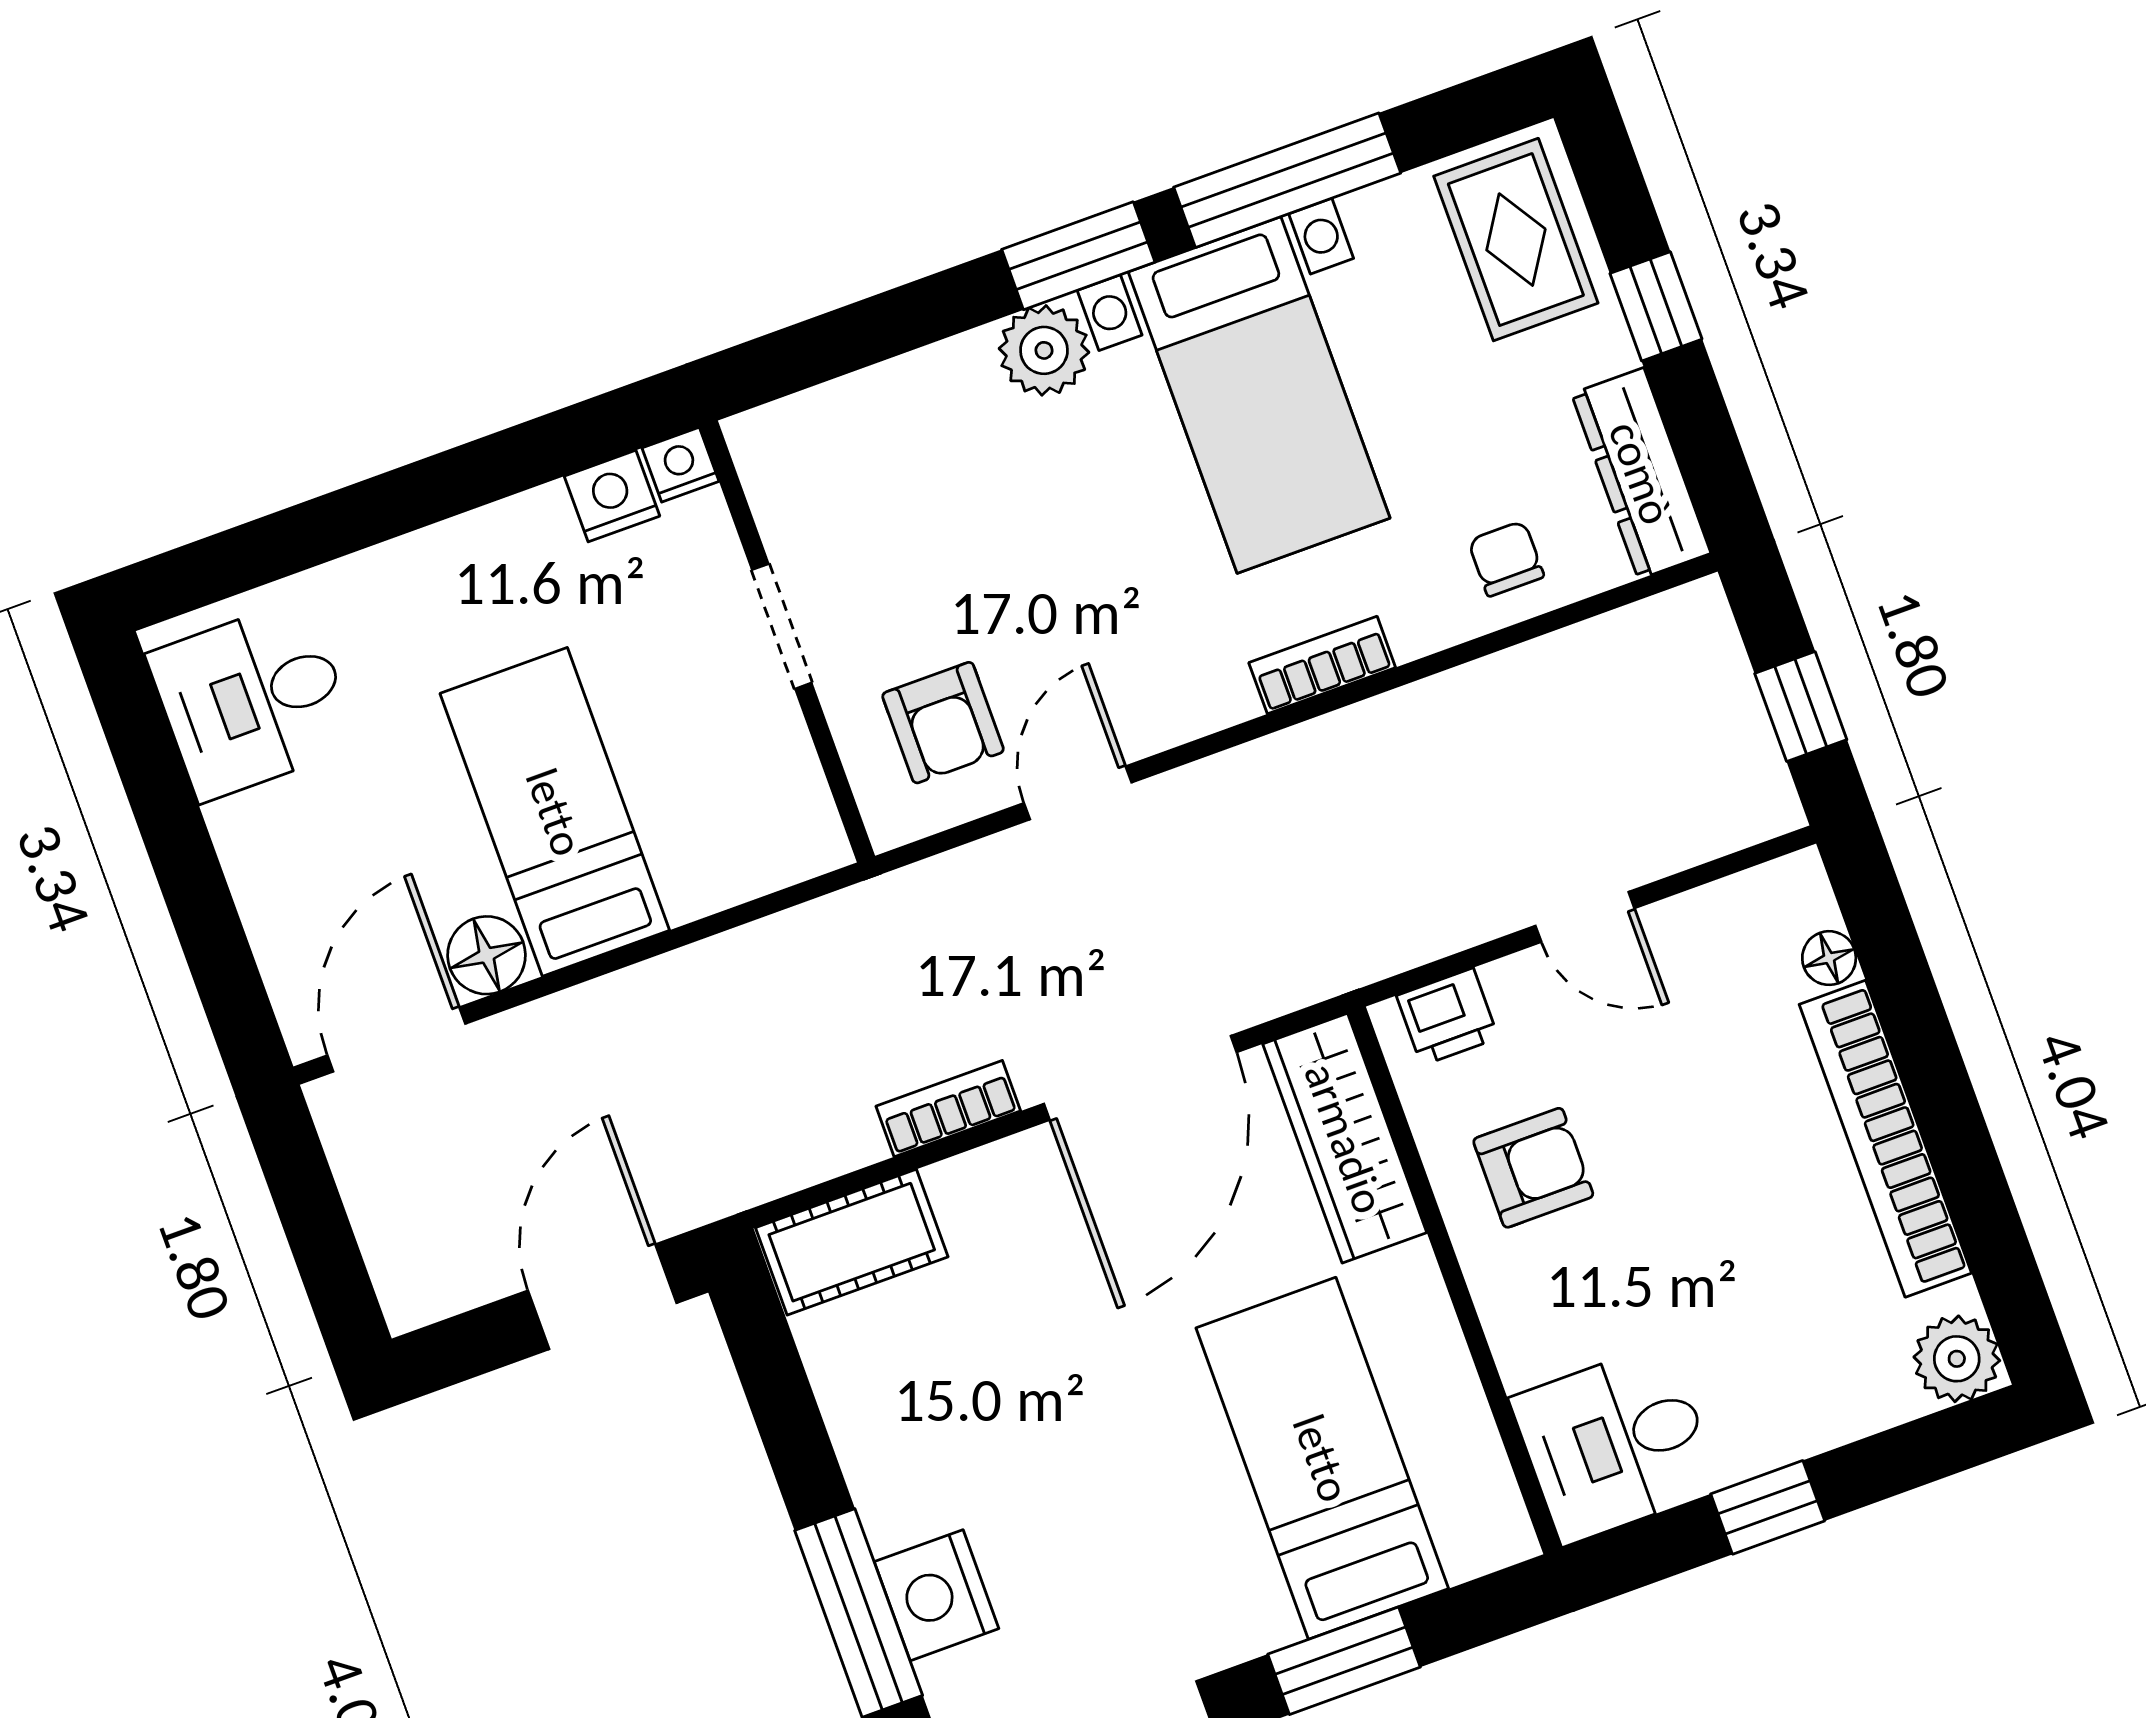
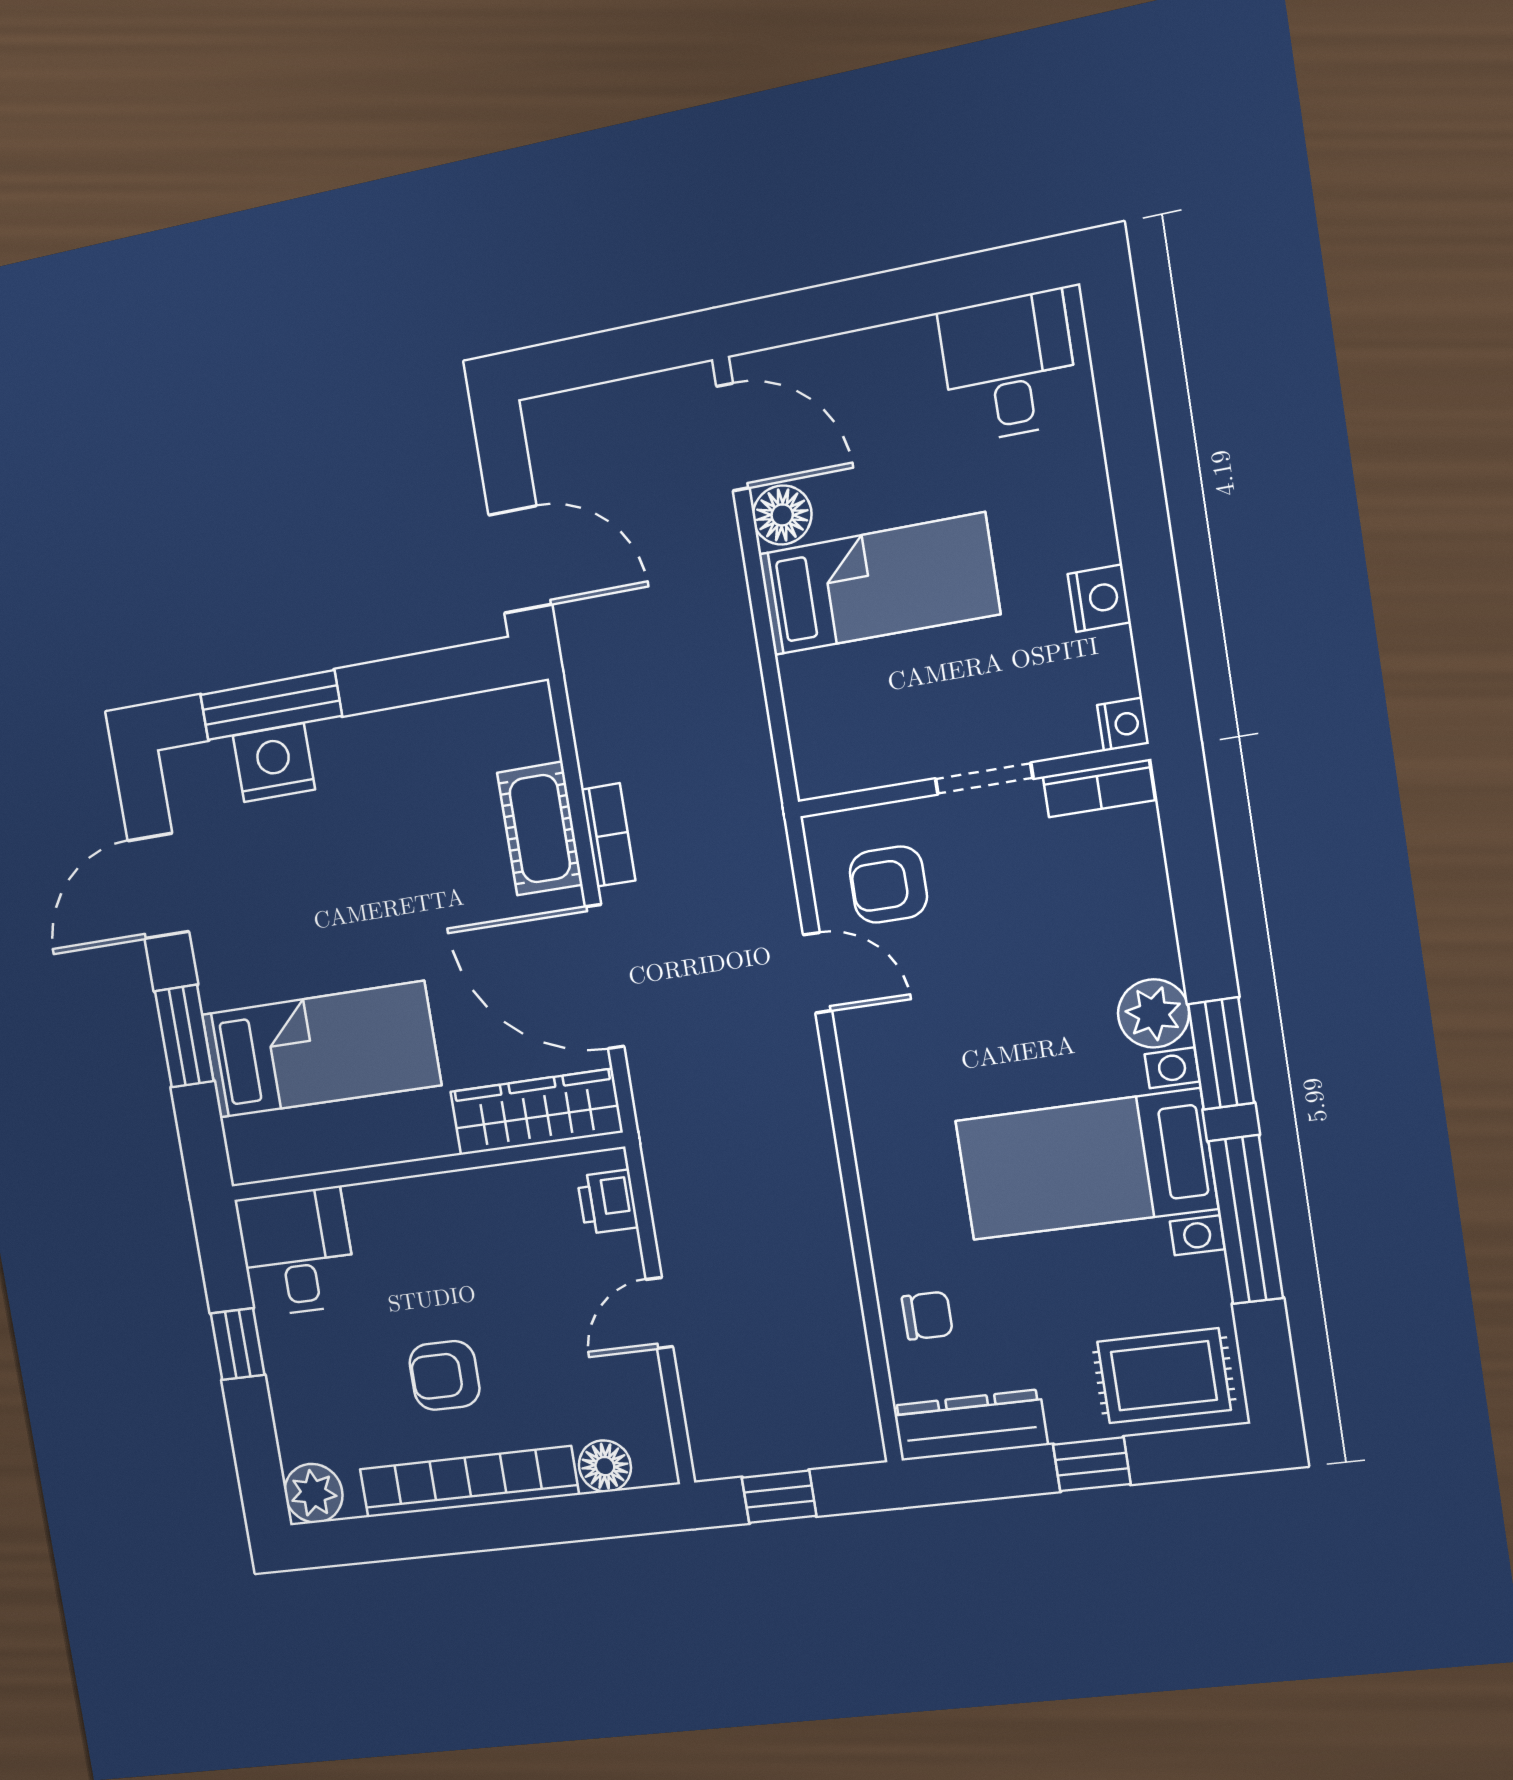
nightstand: (612, 496) -> (1099, 598), moved
bookcase: (1322, 665) -> (1099, 788), moved, turned 90
floor lamp: (1829, 958) -> (605, 1466), width x1.37, depth x1.37
armchair: (1533, 1168) -> (444, 1375), moved, turned 90
cot: (852, 1242) -> (540, 829), moved

